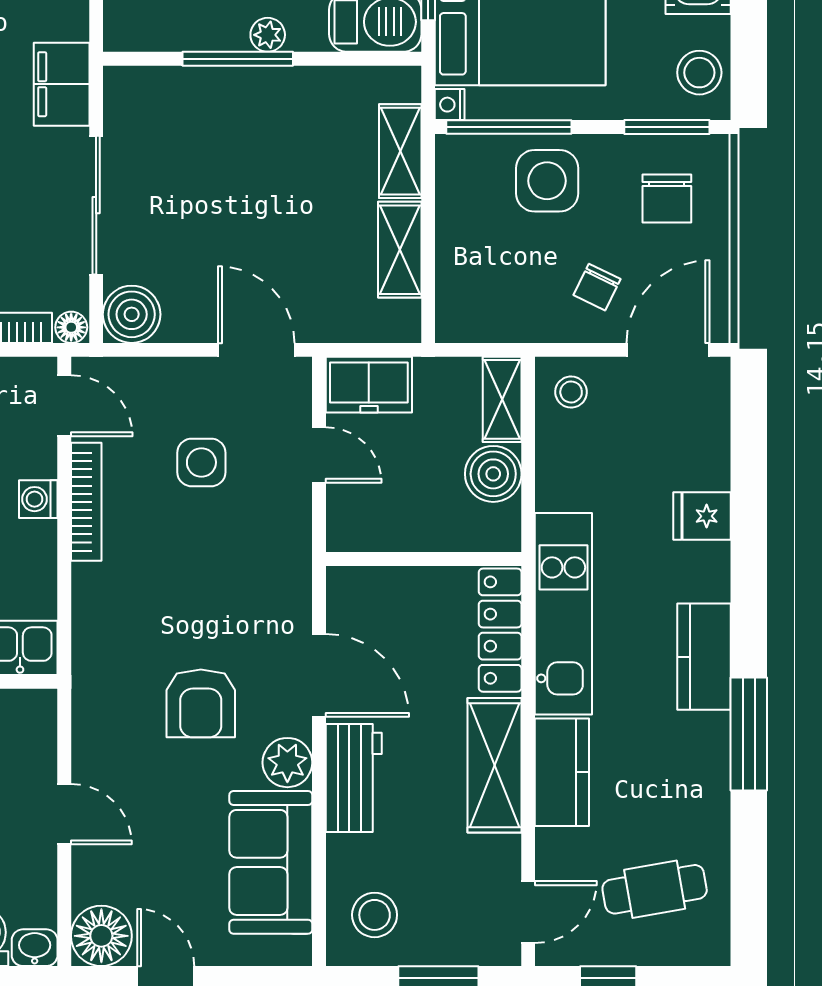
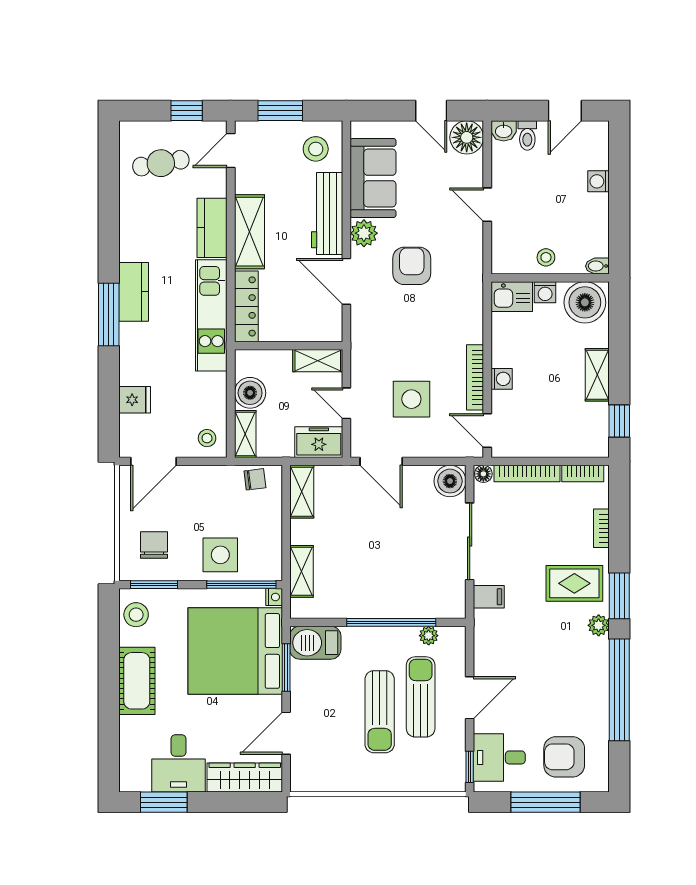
plant: (268, 35) -> (429, 636), moved
window: (238, 59) -> (391, 622), width x1.46
filing cabinet: (62, 84) -> (489, 597), width x0.50
shelving: (400, 250) -> (302, 492), moved
chair: (597, 287) -> (255, 479), moved, turned 57
side table: (201, 462) -> (411, 399), width x1.37, depth x1.37
fridge: (702, 516) -> (135, 400), moved
shelving: (371, 532) -> (318, 361), added
window: (749, 734) -> (109, 315), moved
workbench: (354, 778) -> (327, 213), width x1.38

